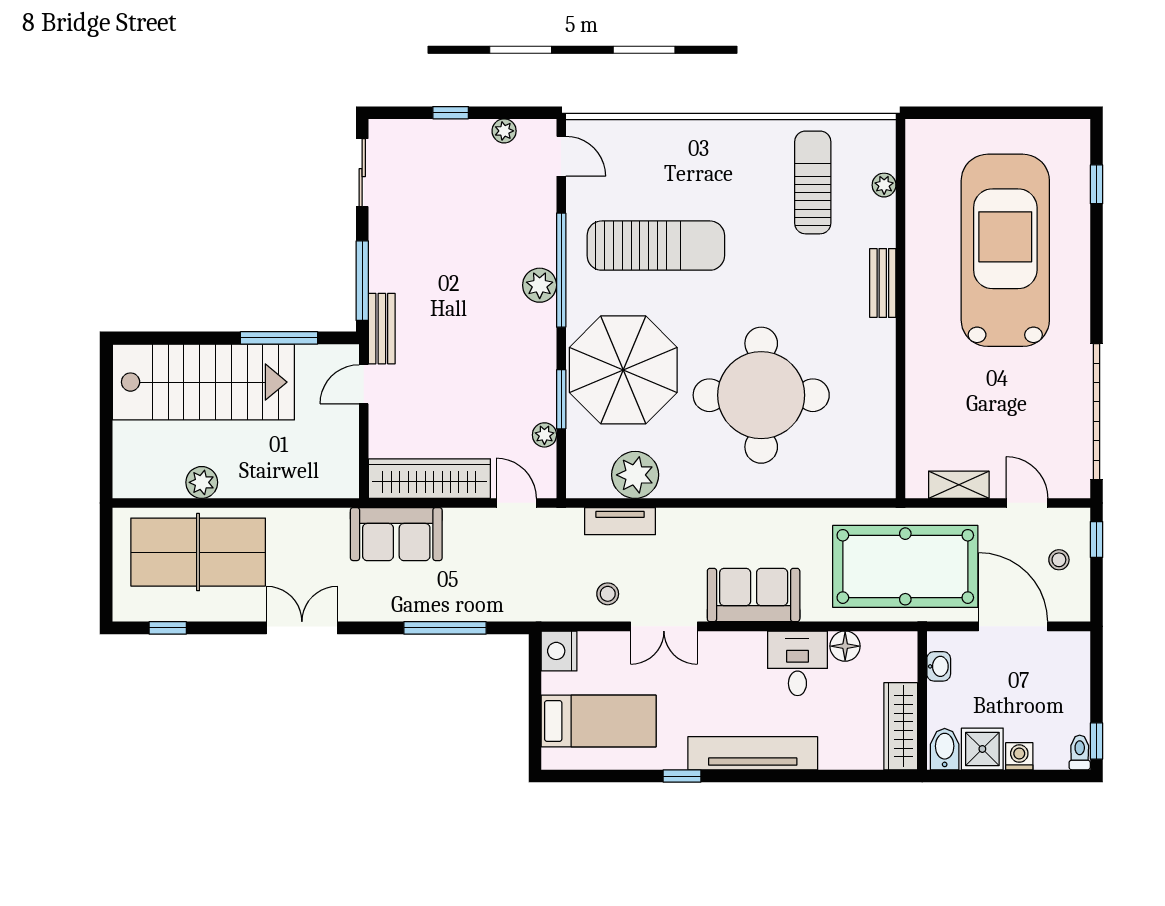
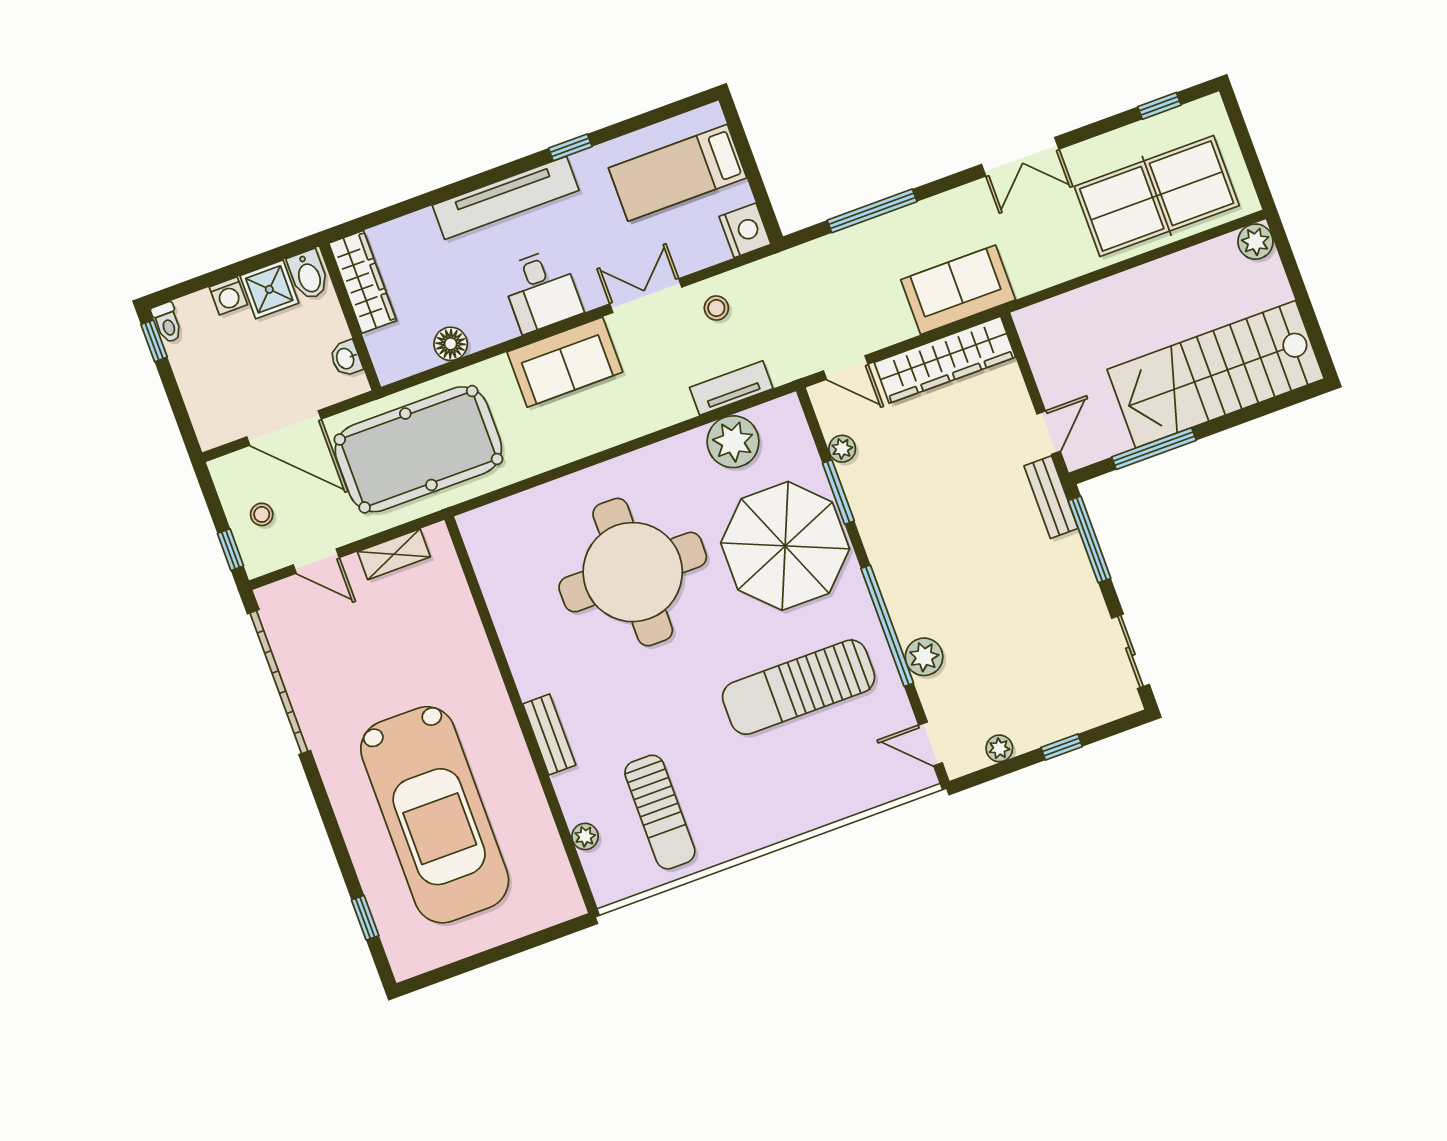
plant: (540, 285) -> (924, 657), moved
plant: (202, 482) -> (1255, 242), moved
desk: (797, 663) -> (541, 290), moved

